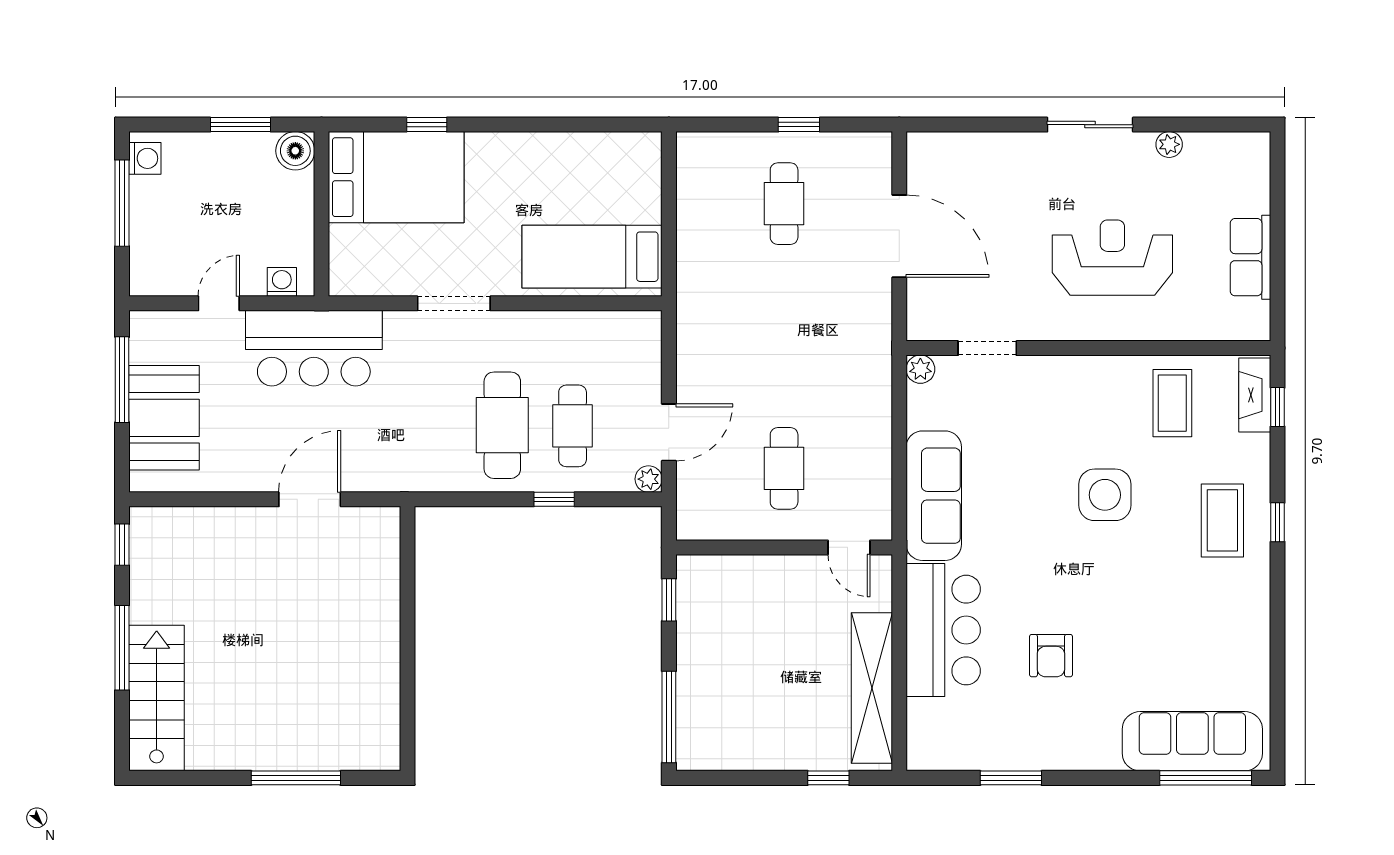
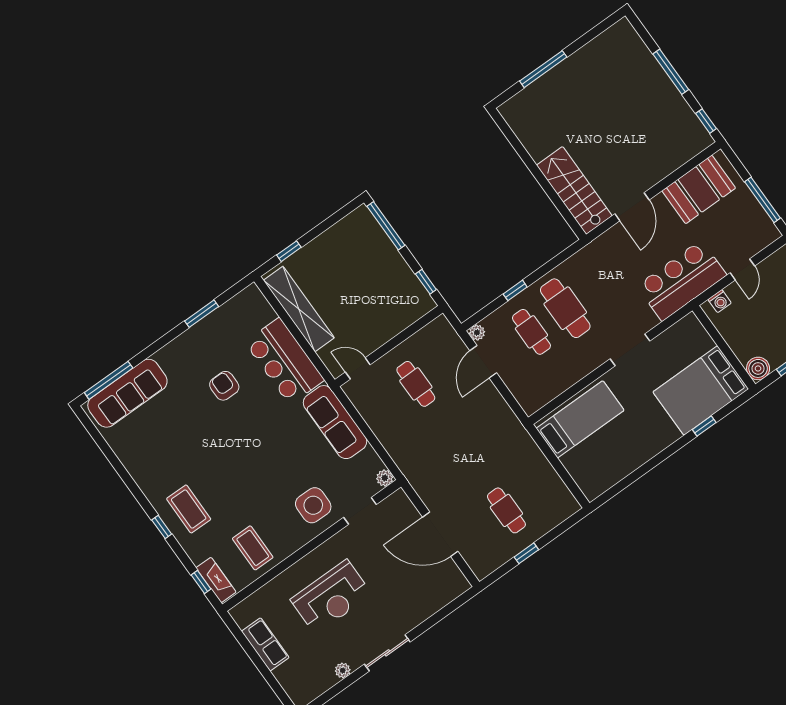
booth: (164, 418) -> (699, 189), moved, turned 90
side table: (1105, 495) -> (313, 505), moved
stairs: (157, 698) -> (574, 190), moved, turned 180

